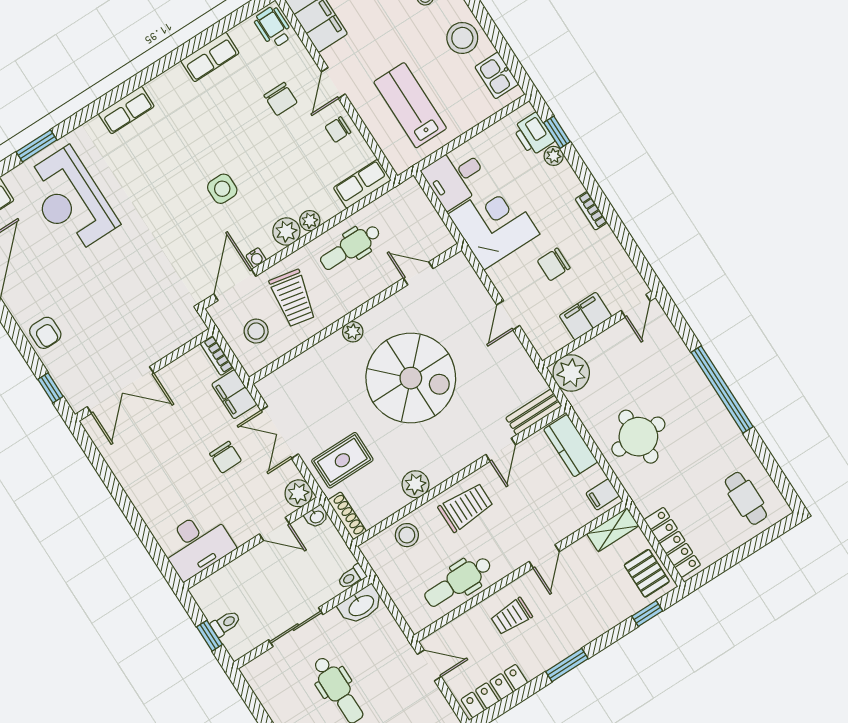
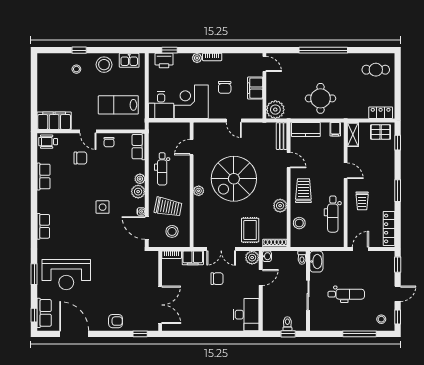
plant: (554, 156) -> (197, 58), moved
spiral stairs: (411, 378) -> (234, 179), turned 180
locker: (672, 542) -> (381, 113), width x0.66

